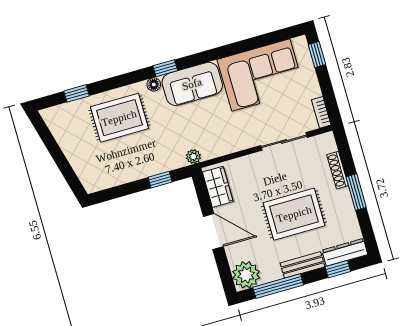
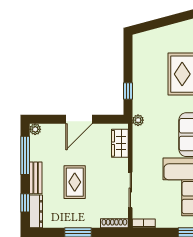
shoe rack: (338, 170) -> (114, 223), moved
wardrobe: (218, 187) -> (120, 143), moved, turned 90
rug: (294, 214) -> (75, 182), width x0.73, depth x0.70
plant: (246, 275) -> (35, 129), width x0.53, depth x0.53

